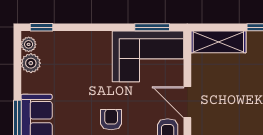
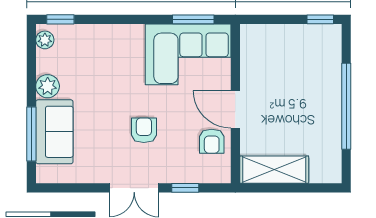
shelving: (218, 42) -> (273, 37), removed
plant: (31, 63) -> (48, 86), moved

